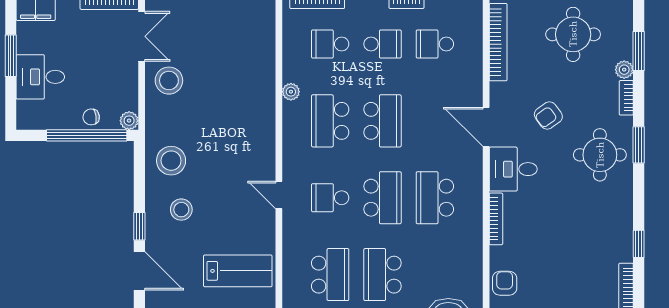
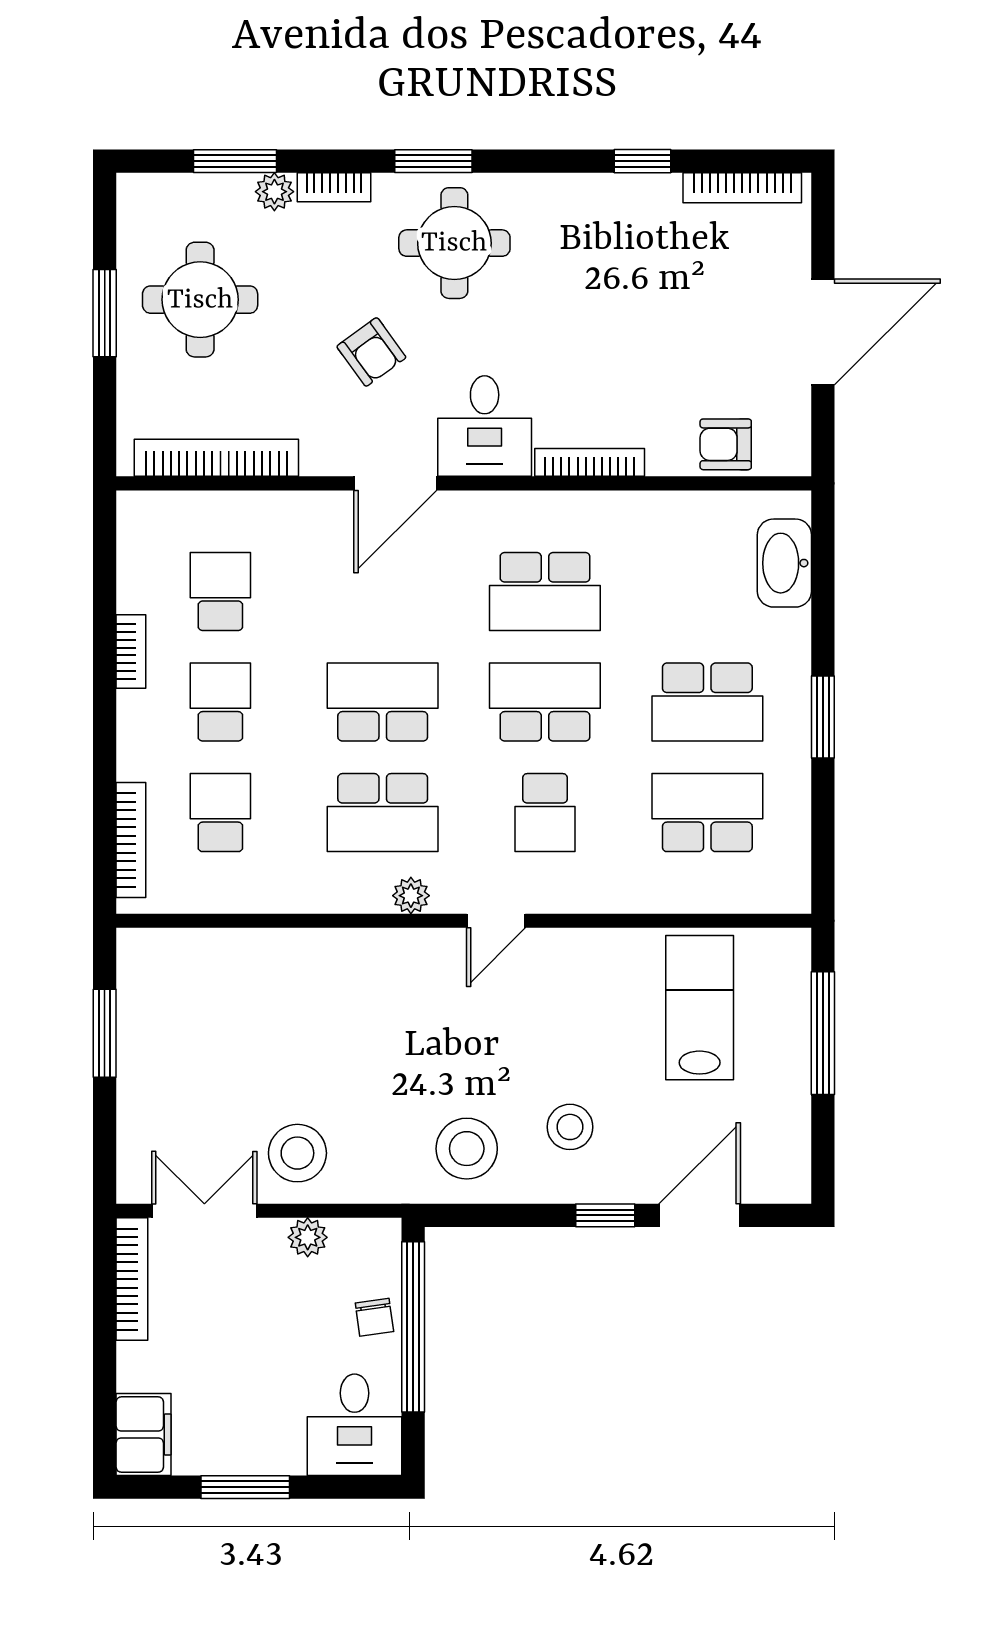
school desk: (330, 44) -> (220, 813), turned 180
school desk: (435, 44) -> (220, 592), turned 180
desk: (40, 77) -> (355, 1425), moved
plant: (291, 92) -> (411, 896), moved
plant: (129, 121) -> (308, 1237), moved
door: (279, 195) -> (496, 921), moved

